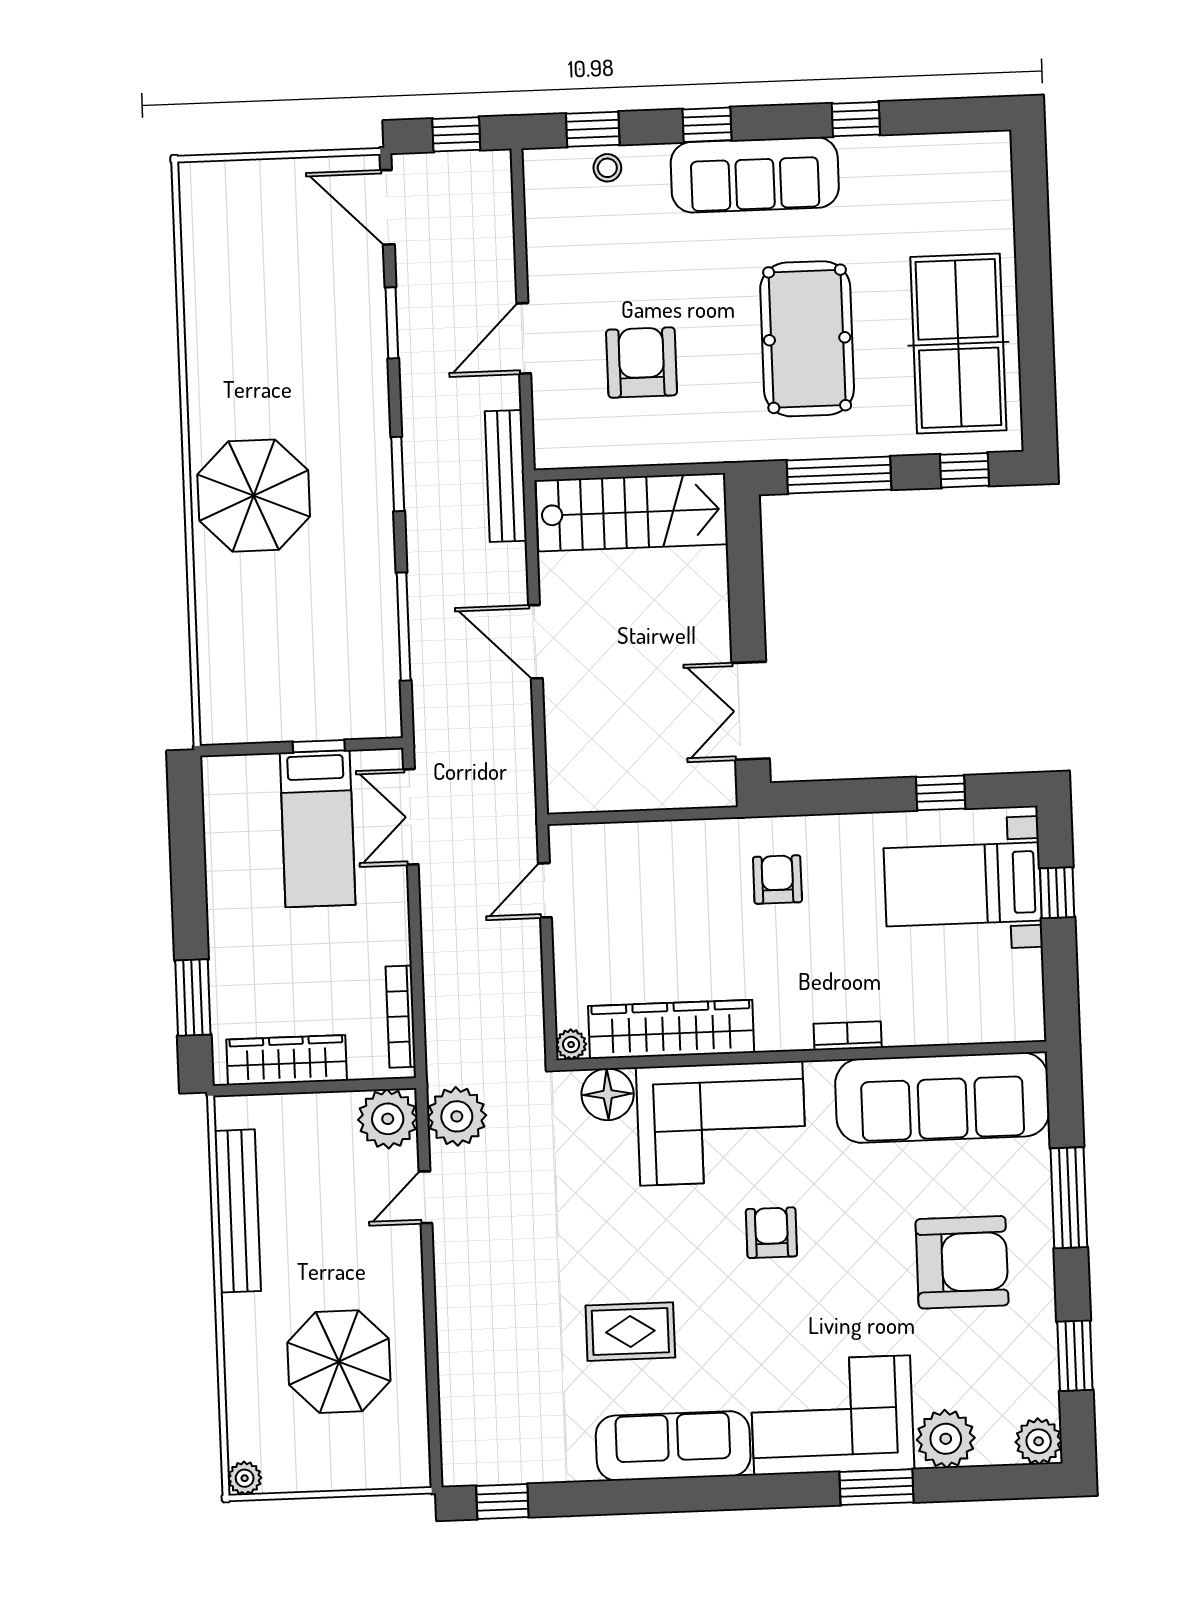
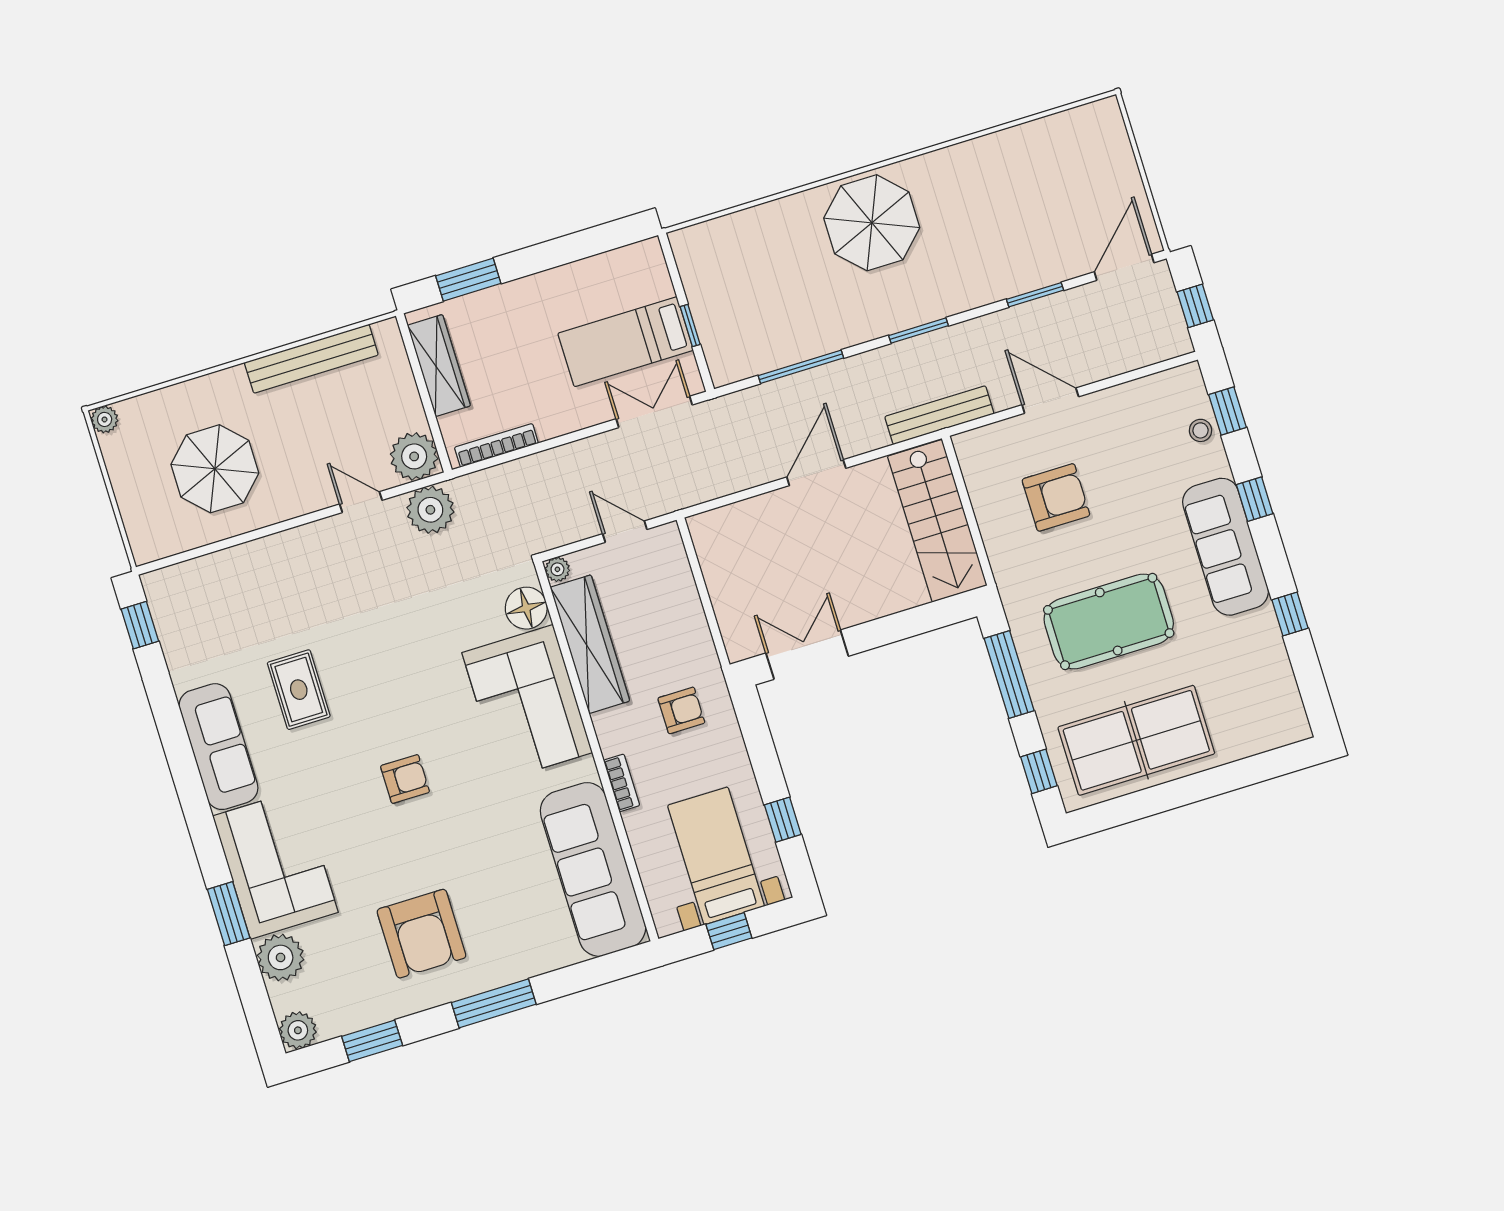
wardrobe: (671, 1029) -> (590, 644), moved
bookcase: (848, 1036) -> (622, 783), moved
plant: (571, 1045) -> (557, 569), moved
wall: (802, 1056) -> (596, 751), moved
floor lamp: (608, 1094) -> (526, 608), moved
sofa: (942, 1098) -> (593, 869), moved
corner sofa: (721, 1123) -> (527, 703), moved

